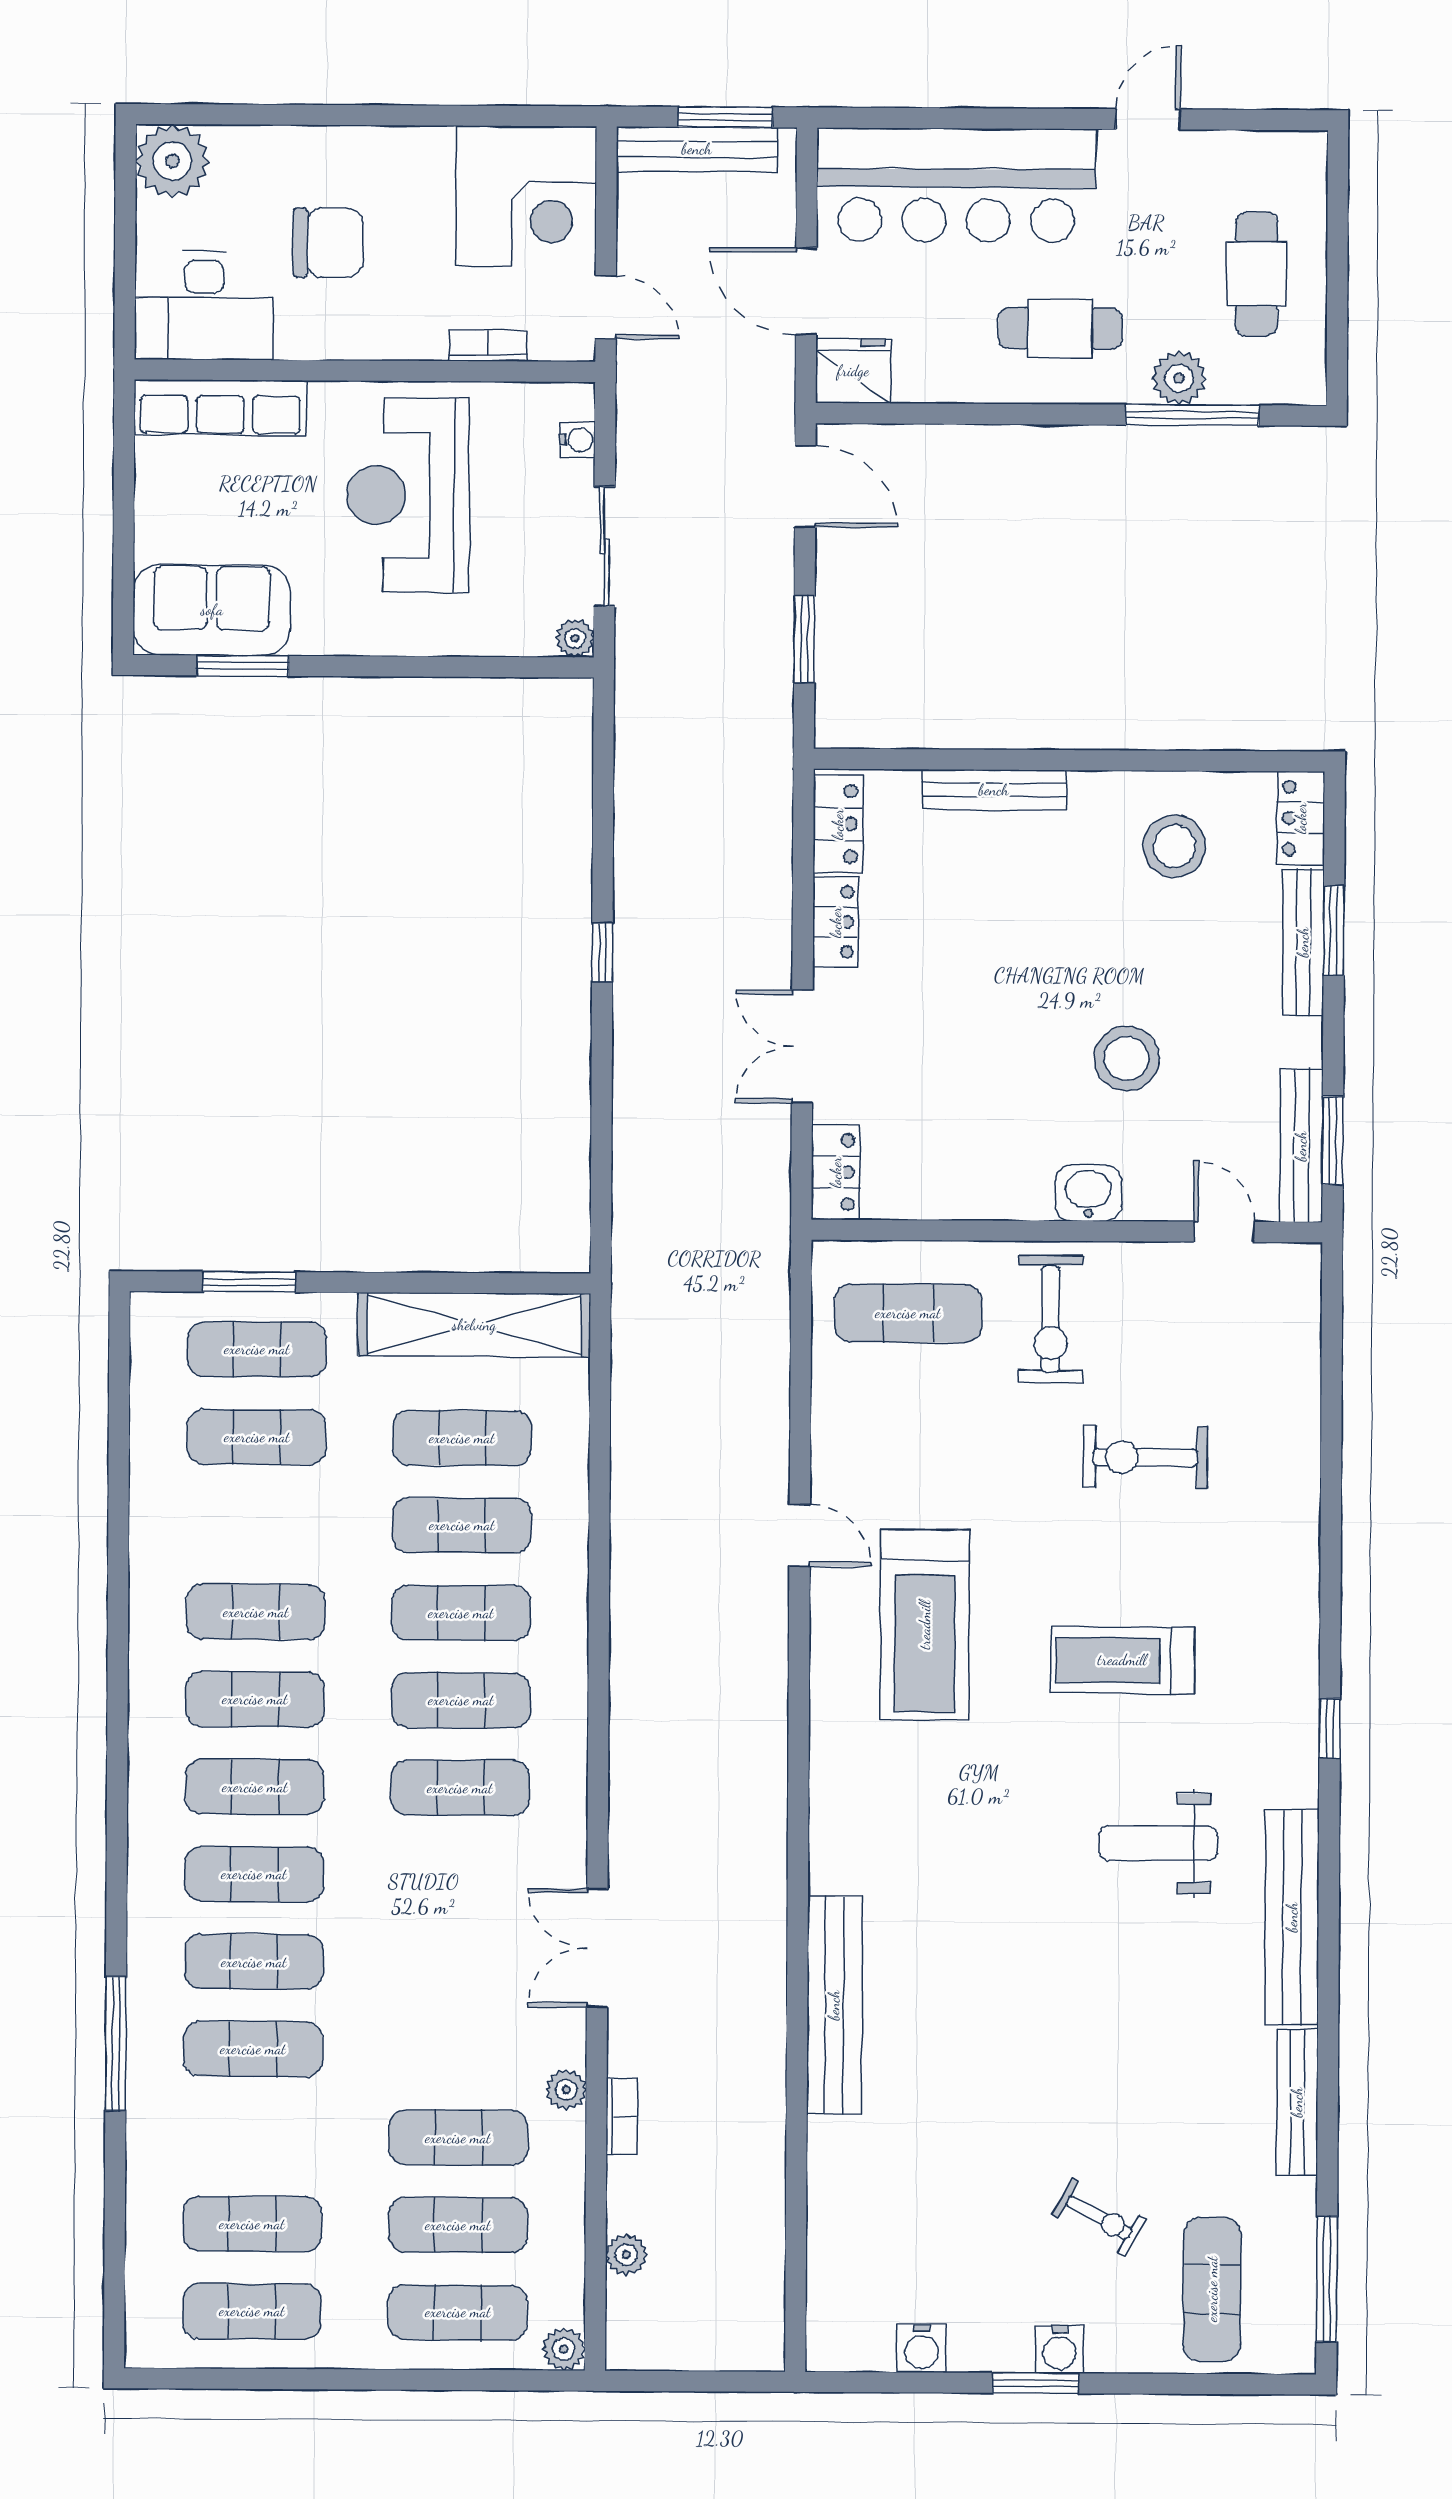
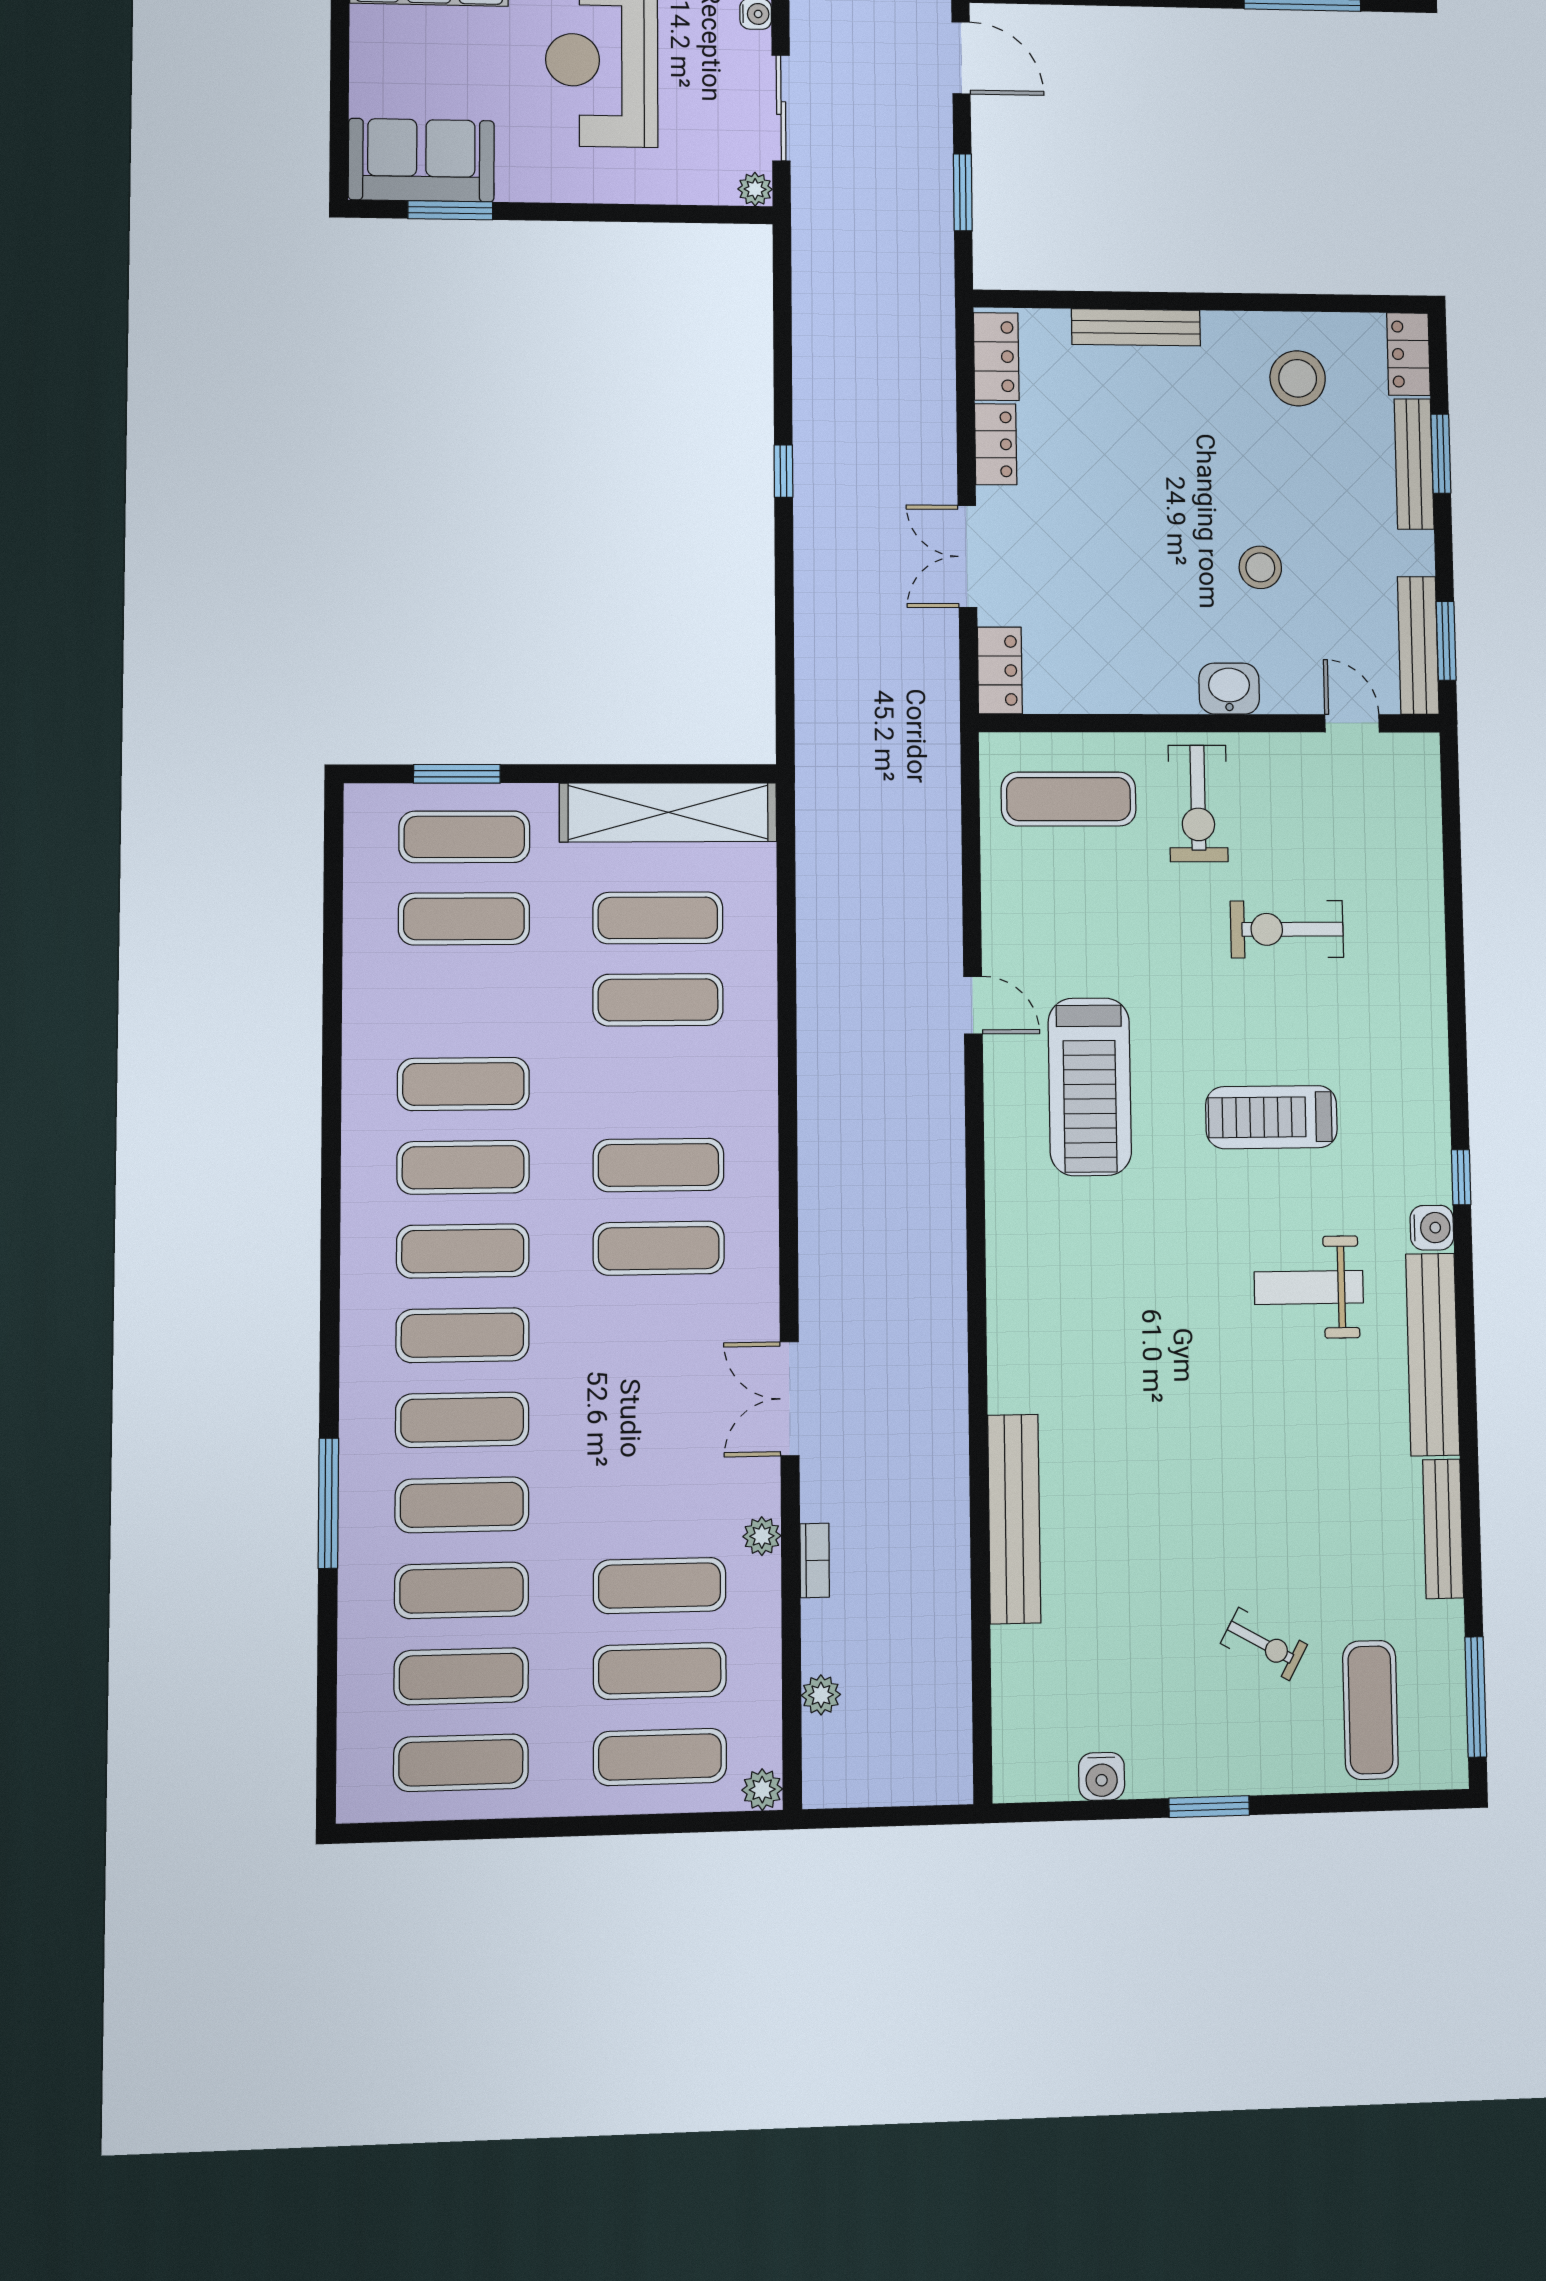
stool: (1127, 1059) -> (1260, 567), width x0.73, depth x0.73
exercise mat: (461, 1613) -> (462, 1590), moved
bench: (834, 2005) -> (1014, 1519), moved
water cooler: (1060, 2349) -> (1432, 1228), moved, turned -90

